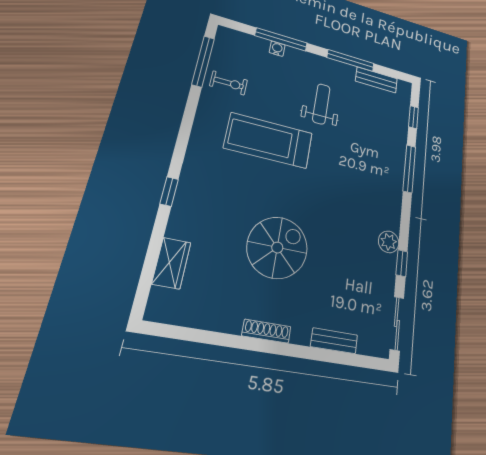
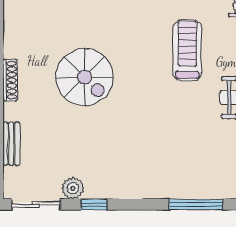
treadmill: (269, 140) -> (187, 50), width x0.73, depth x0.73
plant: (389, 242) -> (73, 188), moved

